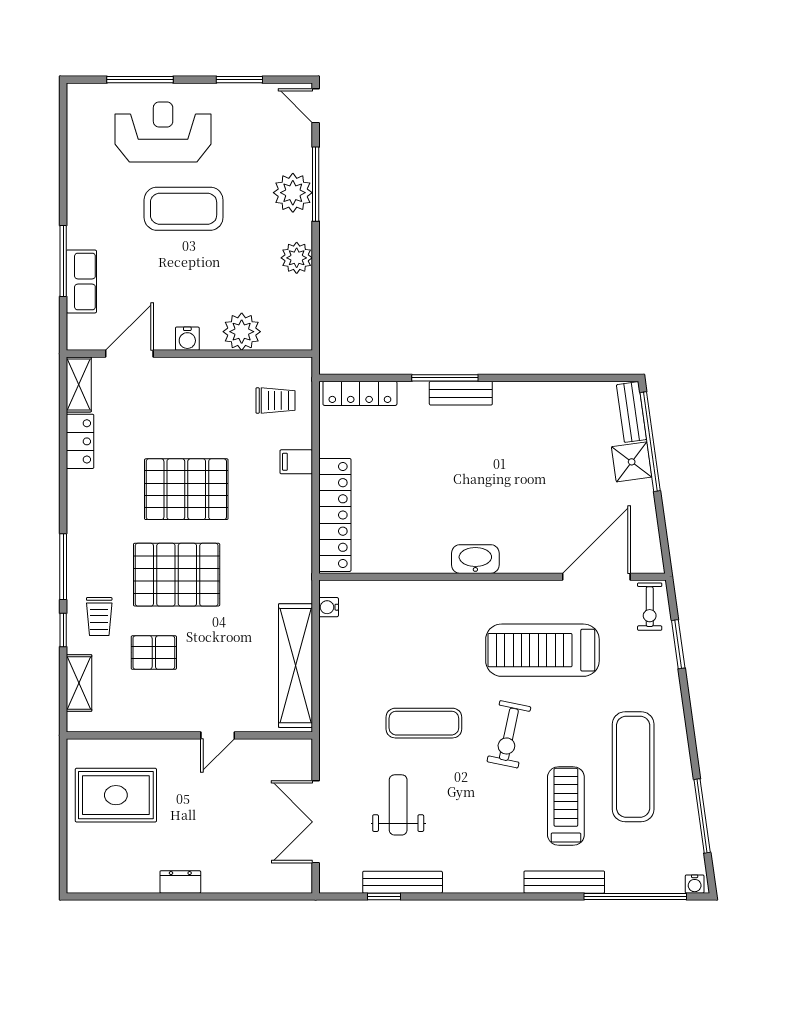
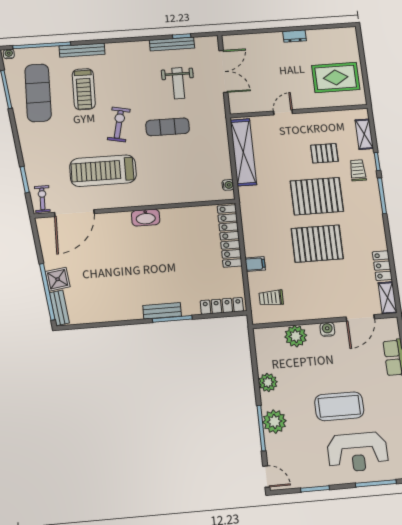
treadmill: (542, 650) -> (103, 171), turned 180
exercise mat: (633, 767) -> (38, 93), moved

